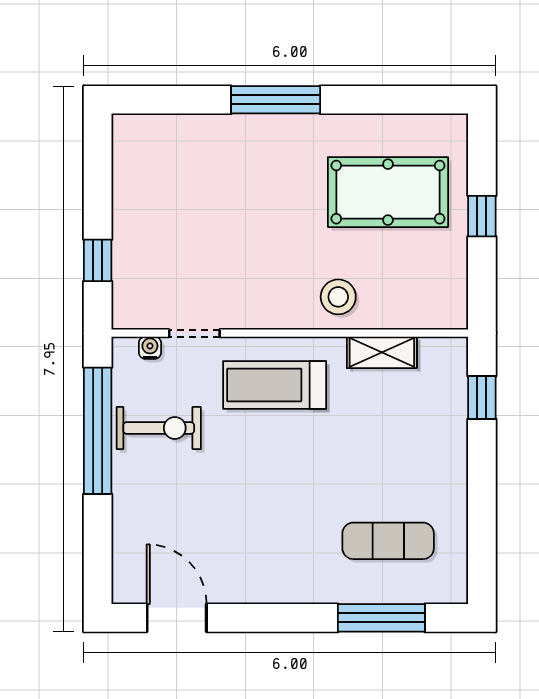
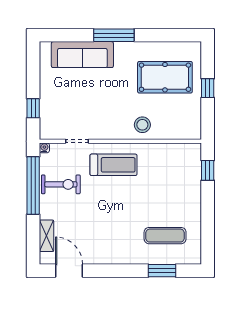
sofa: (206, 142) -> (82, 55), added
water cooler: (150, 348) -> (44, 148), moved
shelving: (382, 352) -> (46, 236), moved, turned 90
treadmill: (275, 385) -> (113, 165), turned 180
window: (381, 618) -> (162, 271), width x0.69

